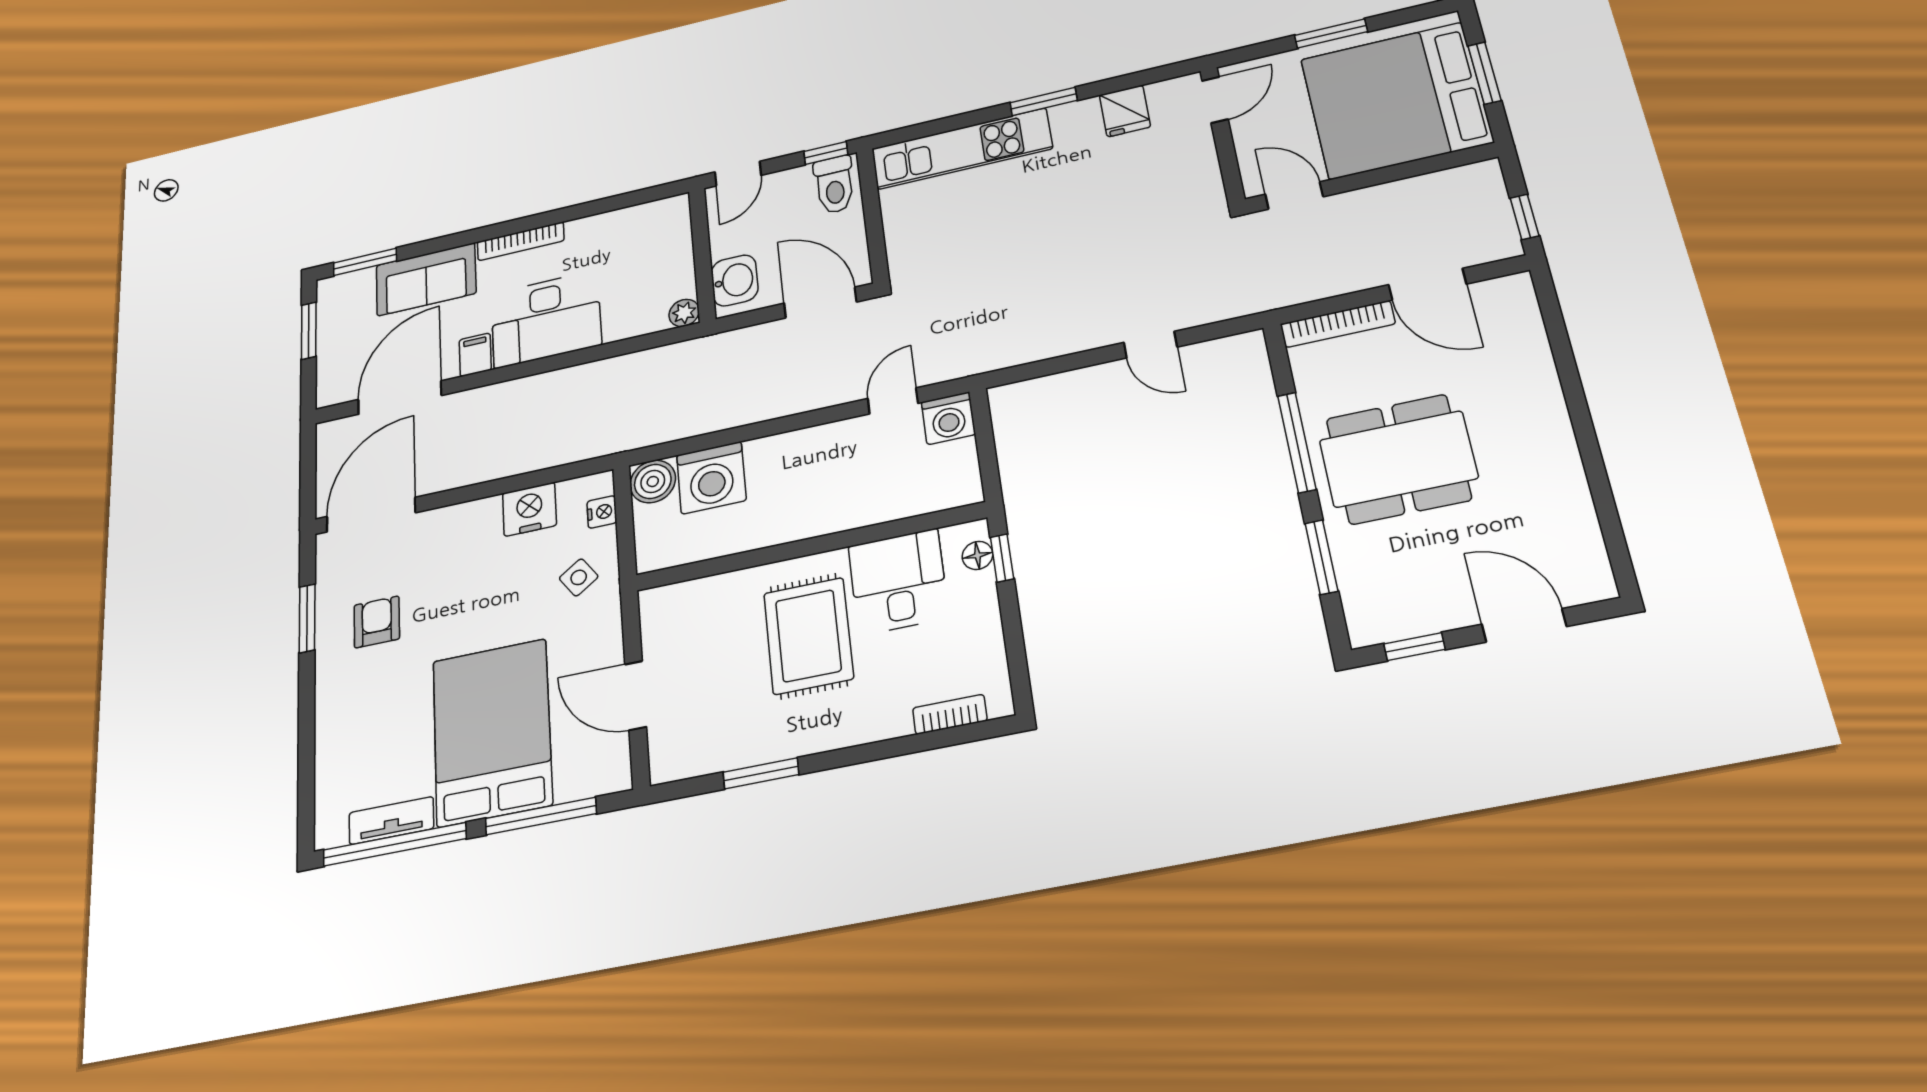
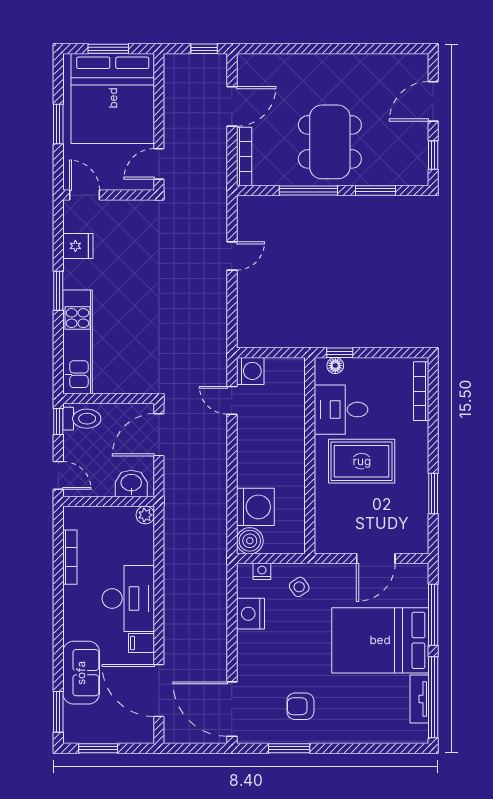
bookcase: (521, 241) -> (70, 557), moved
bookcase: (950, 714) -> (421, 391), width x1.56

